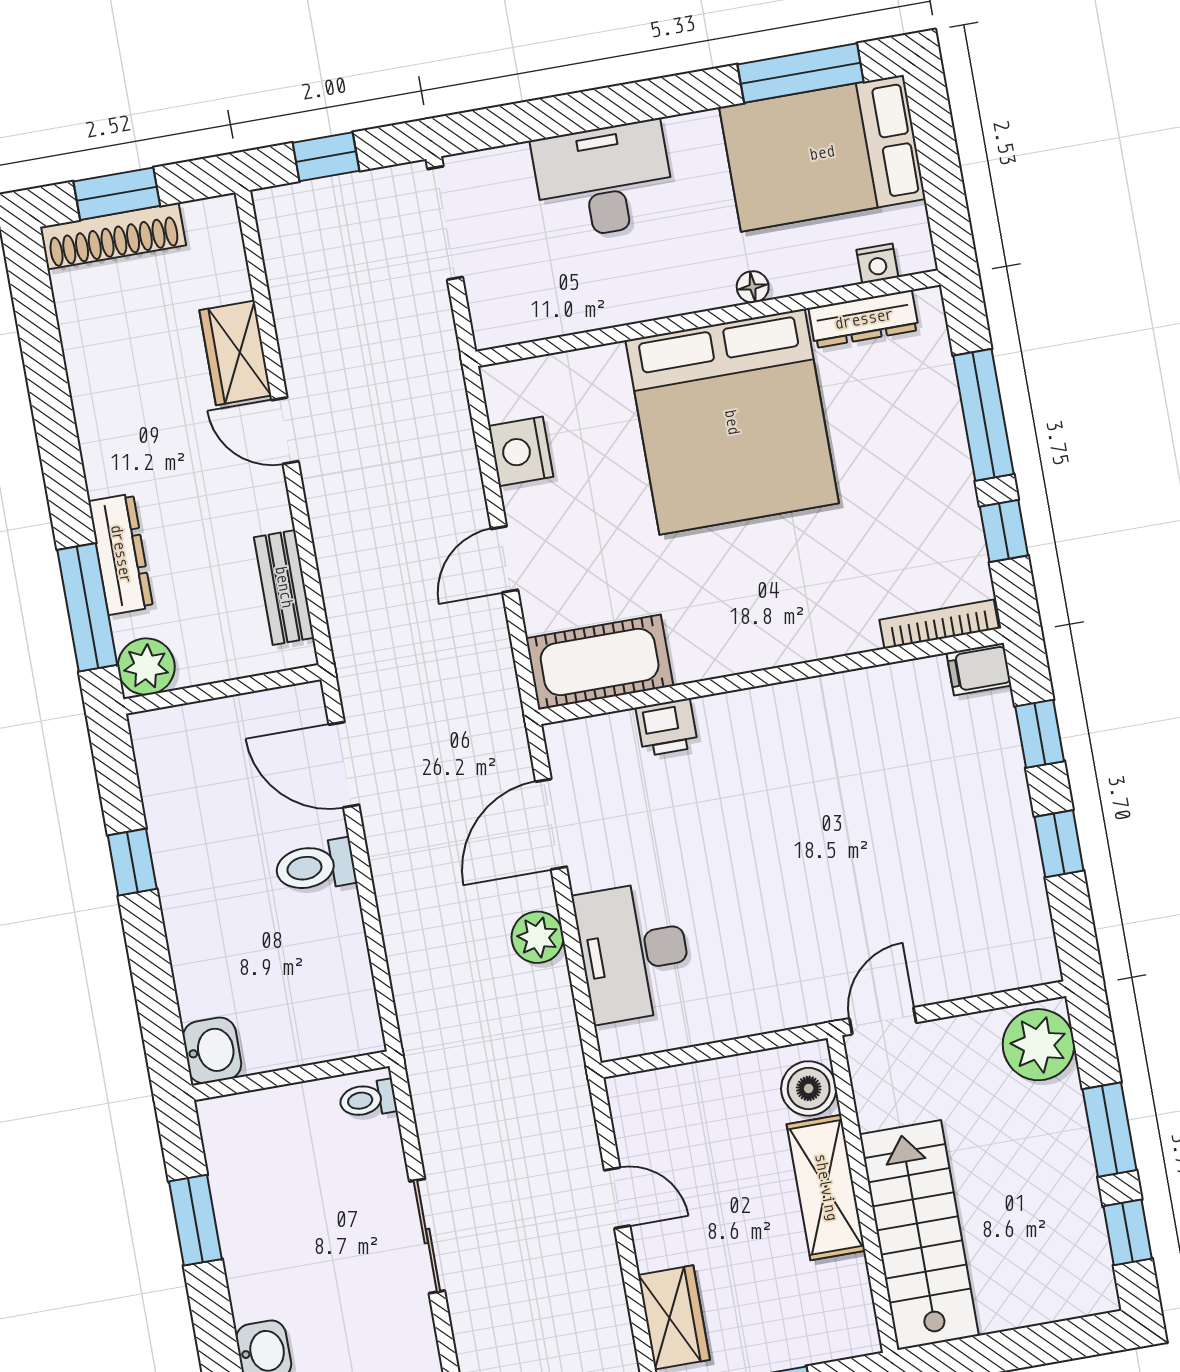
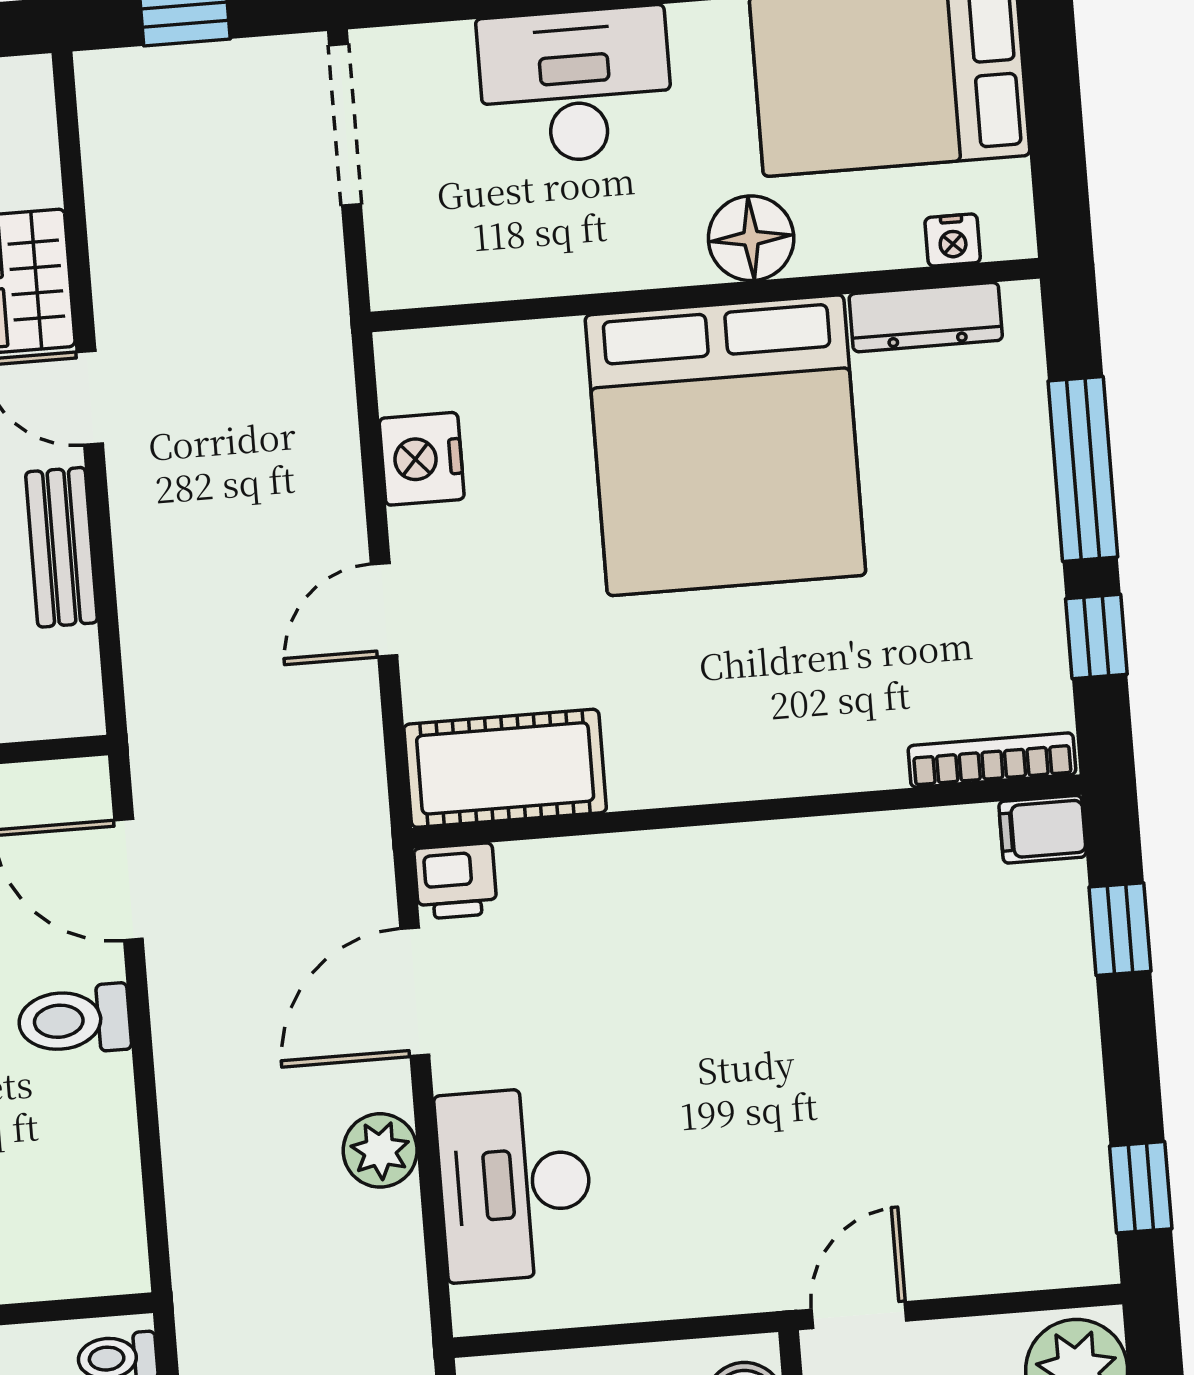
floor lamp: (753, 287) -> (751, 238), width x1.89, depth x1.89
bench: (284, 587) -> (62, 547), moved
printer: (667, 727) -> (456, 881), moved
window: (1059, 844) -> (1141, 1187), moved

